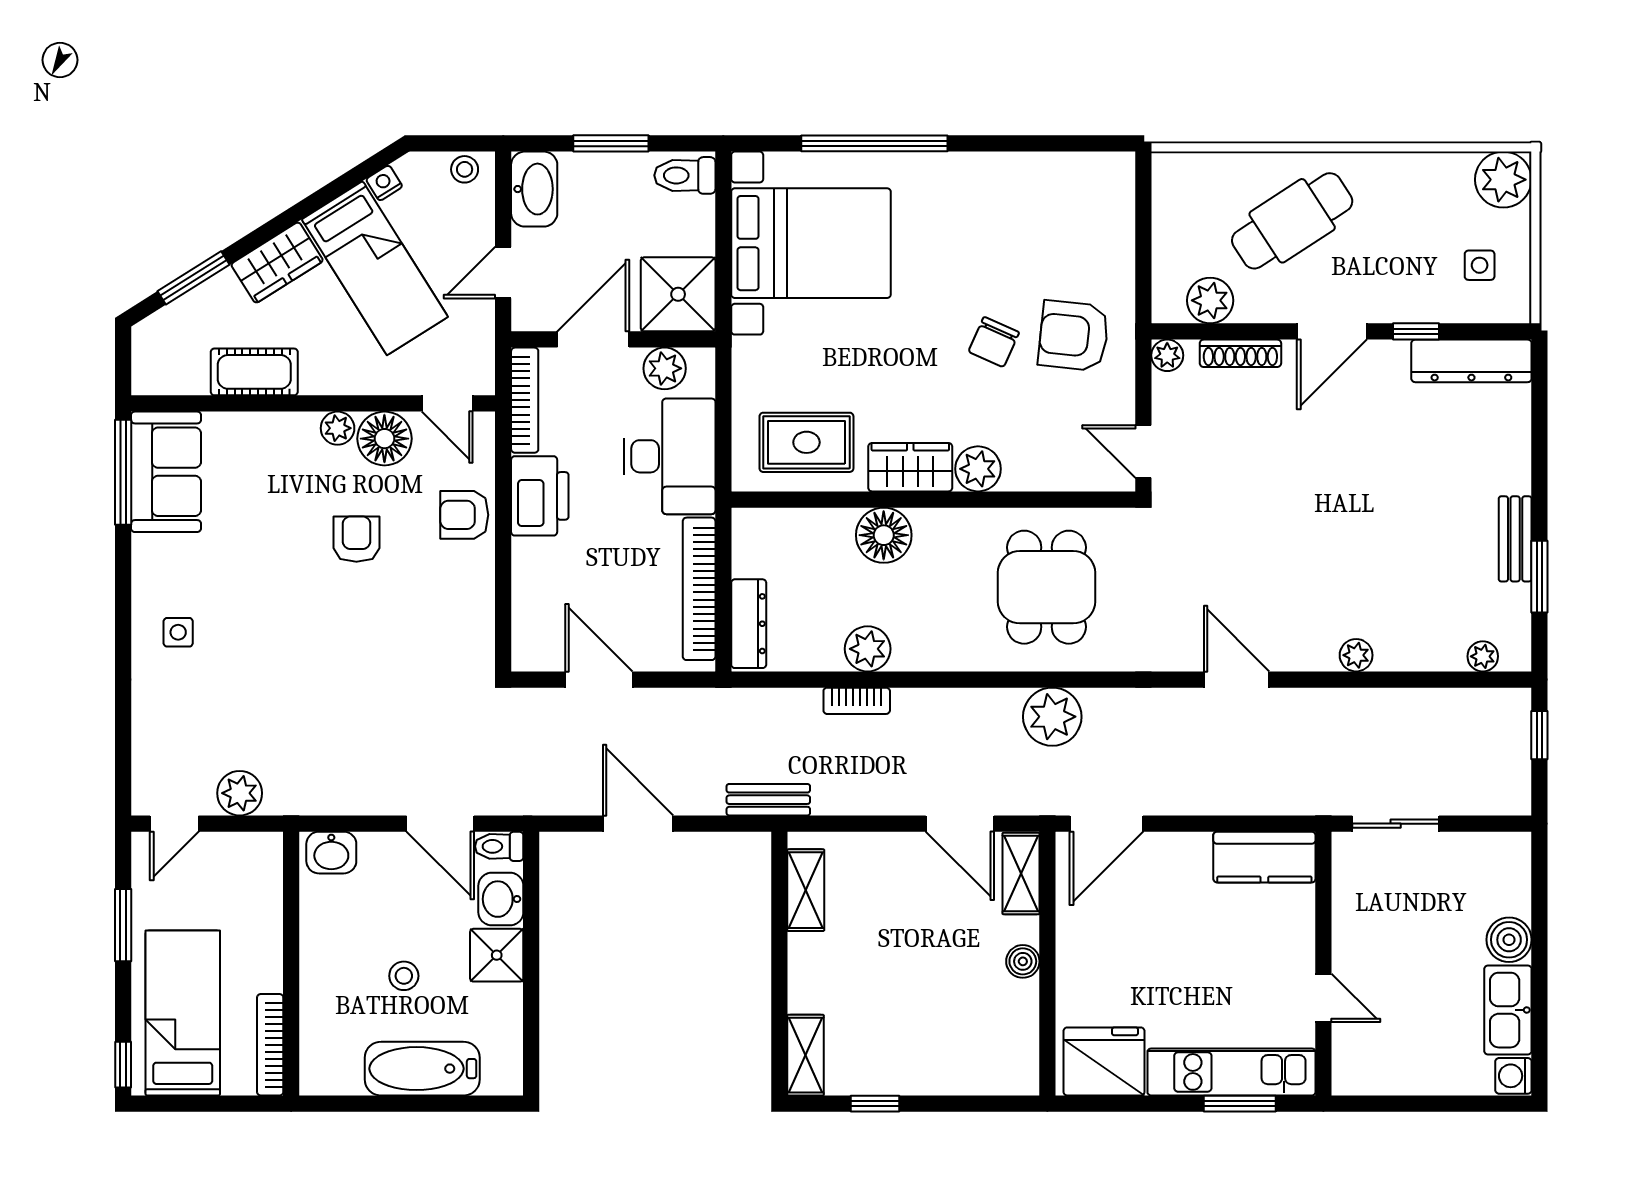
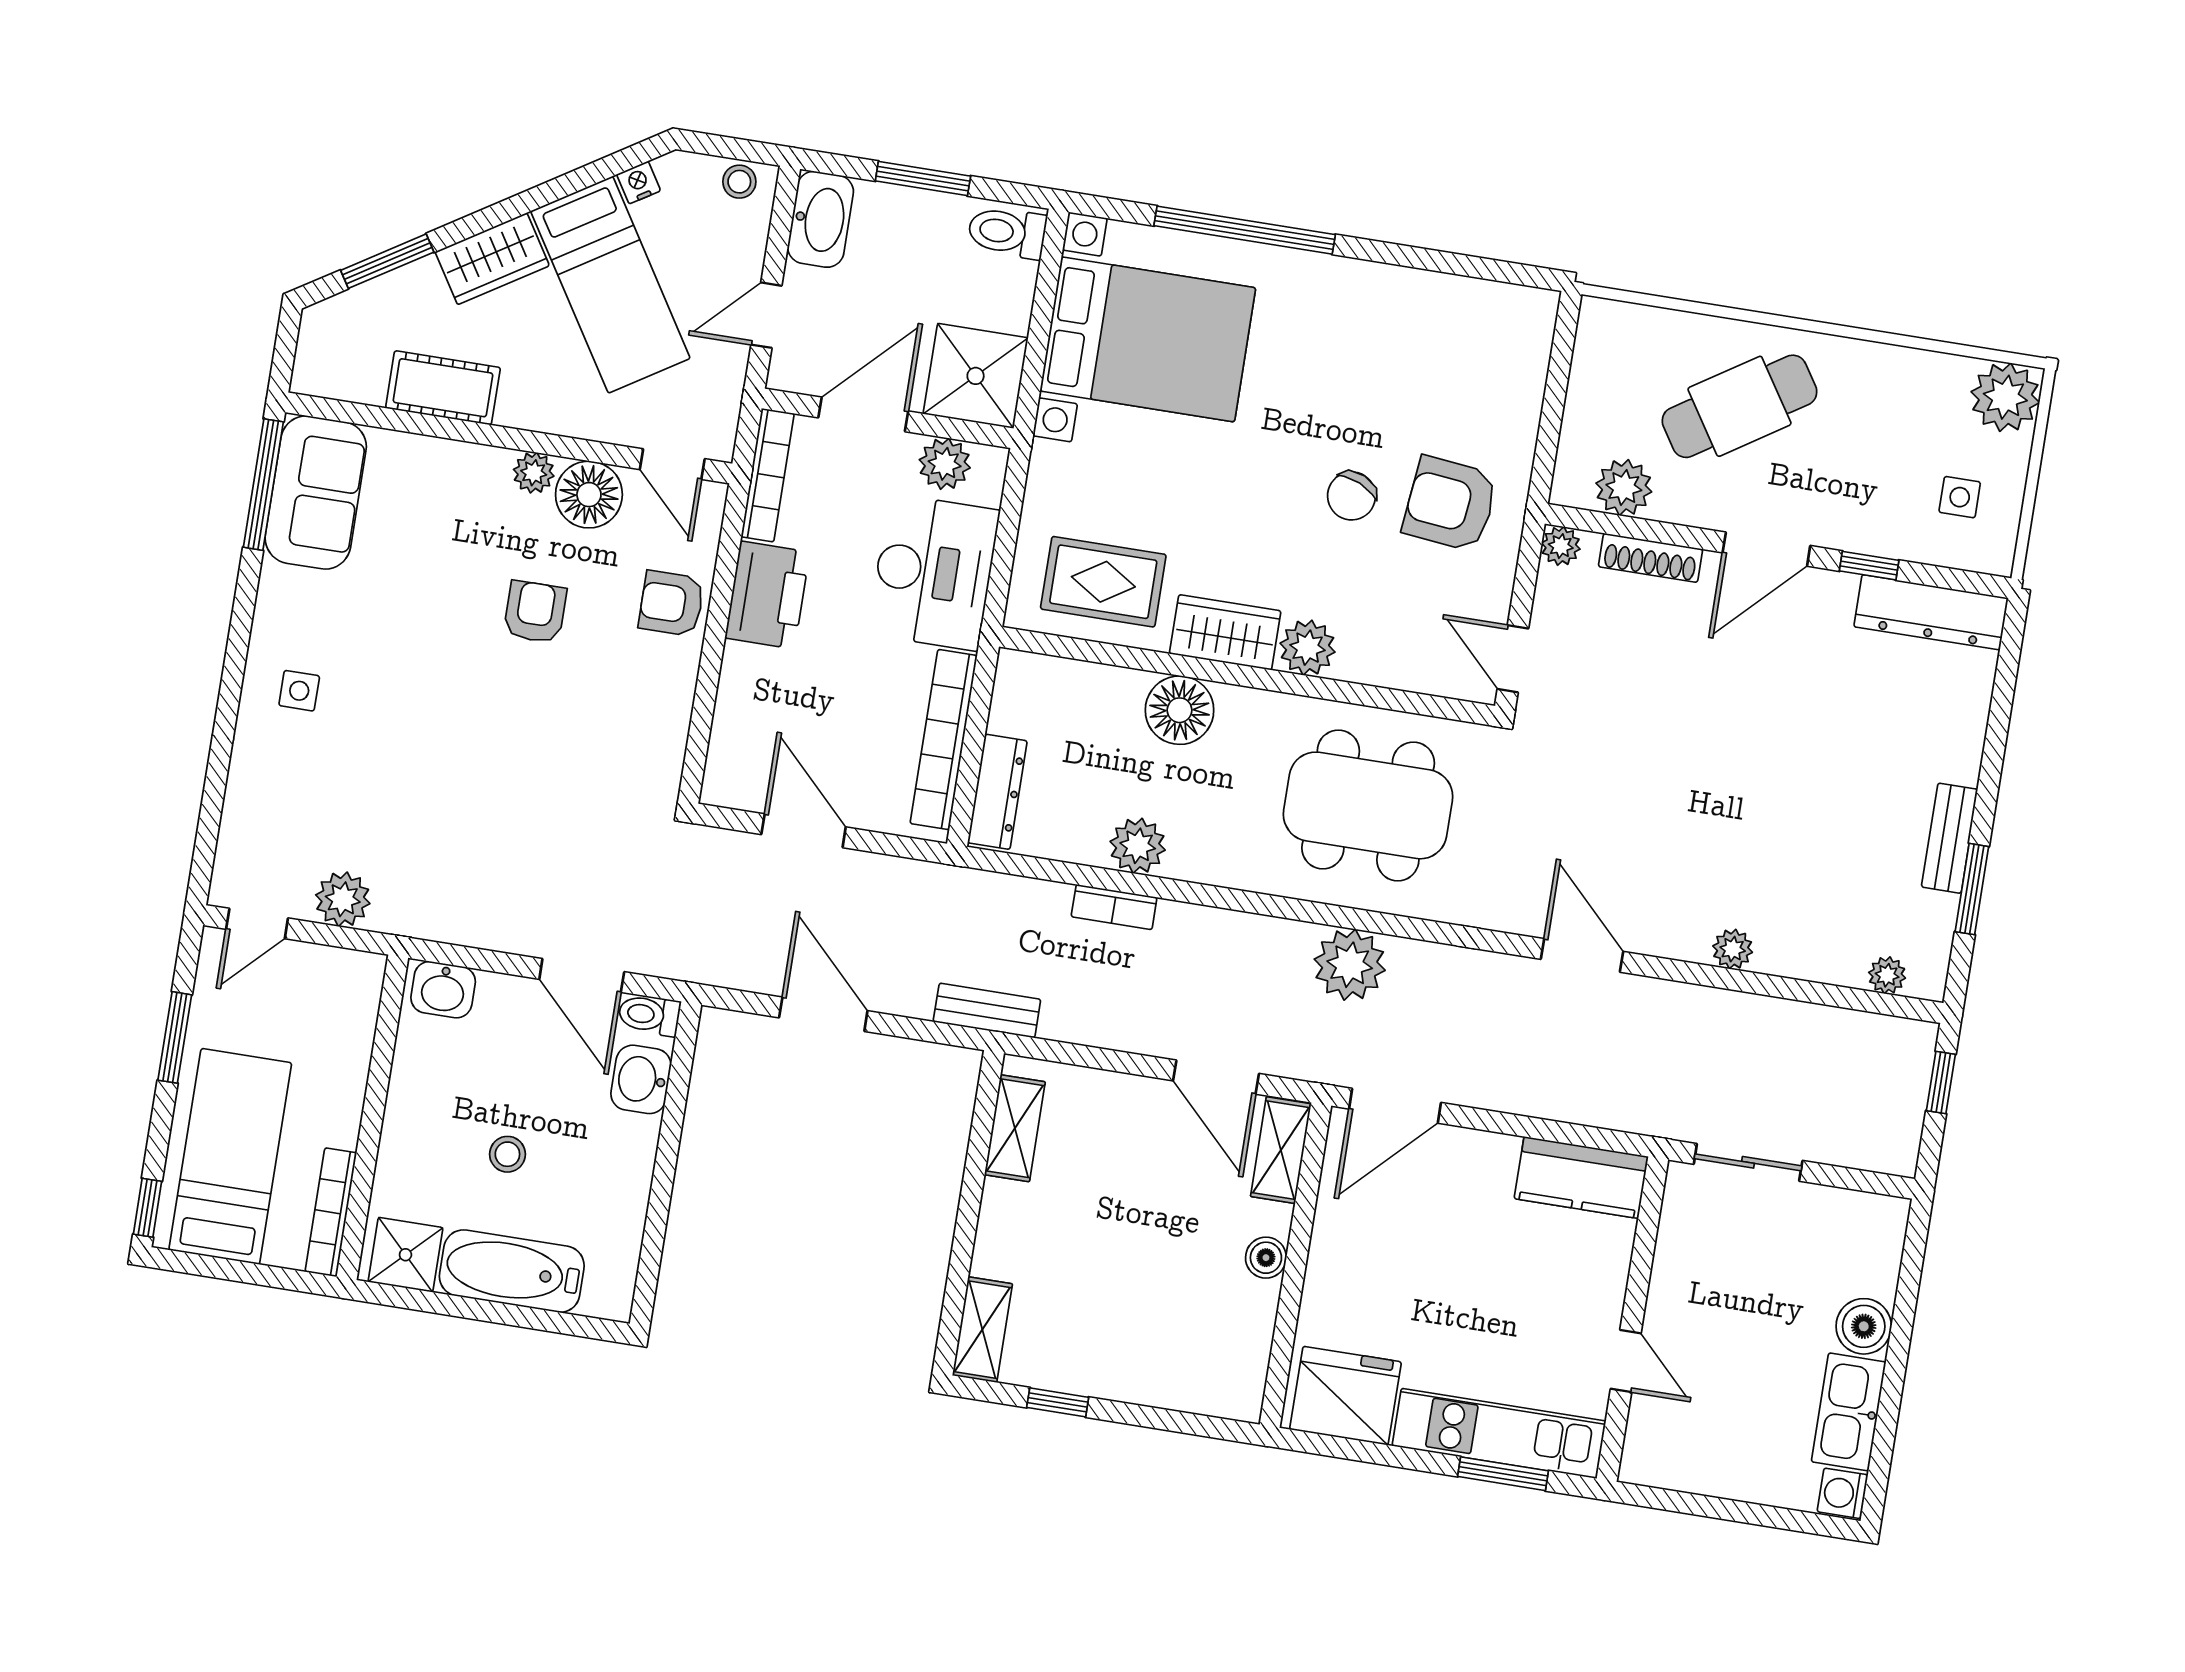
dining table: (1047, 587) -> (1368, 805), width x1.37
shower: (497, 955) -> (405, 1255), moved

